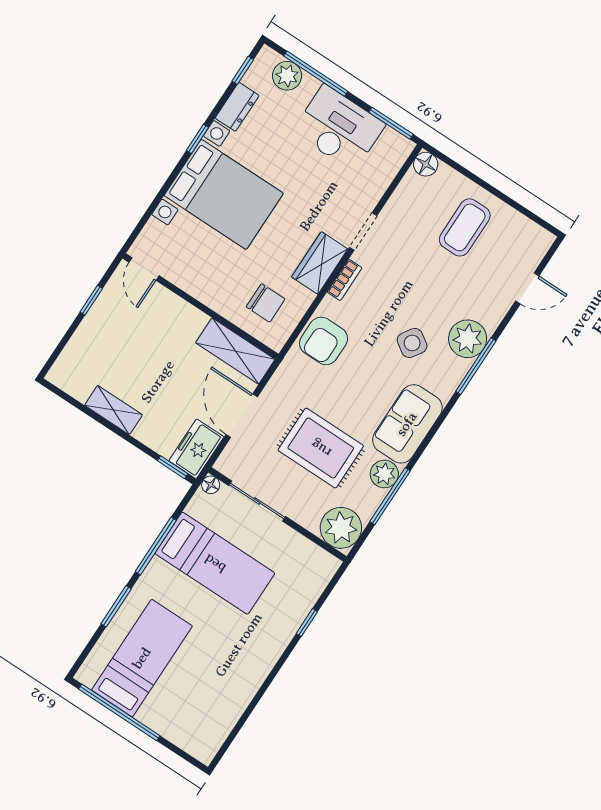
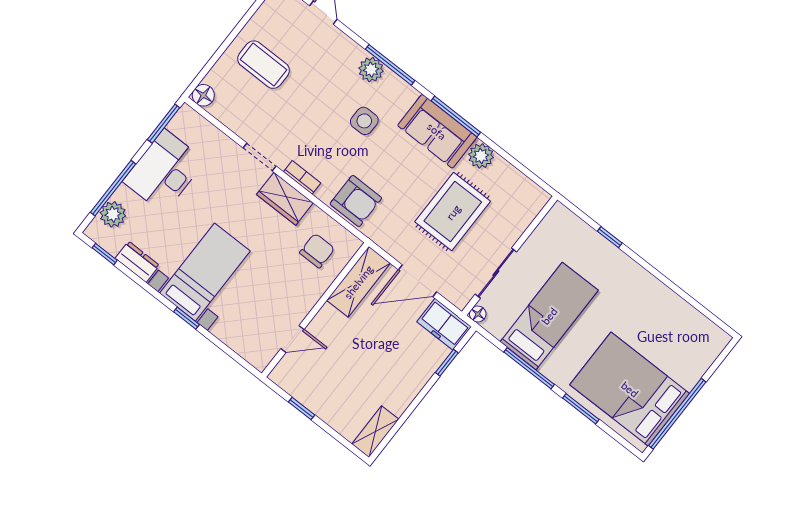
window: (197, 139) -> (186, 318), moved
bed with nightstands: (224, 194) -> (205, 272), width x0.73
door: (144, 269) -> (292, 339), moved
plant: (468, 339) -> (371, 70), width x0.73, depth x0.73
side table: (412, 343) -> (364, 121), turned -33
shelving: (113, 410) -> (375, 432), moved
window: (173, 467) -> (447, 363), moved
window: (390, 496) -> (456, 116), moved
plant: (341, 528) -> (526, 199), removed
bed: (142, 658) -> (630, 389), width x1.50

